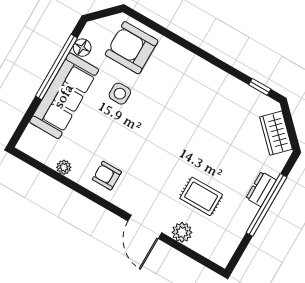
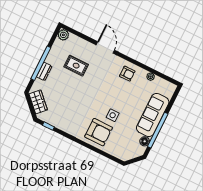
armchair: (132, 48) -> (99, 132), moved
side table: (120, 94) -> (113, 115), moved
plant: (182, 232) -> (63, 35), moved

